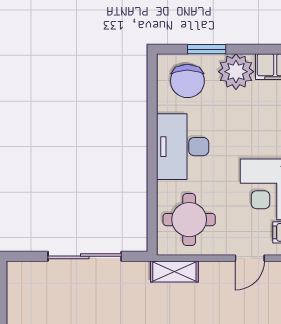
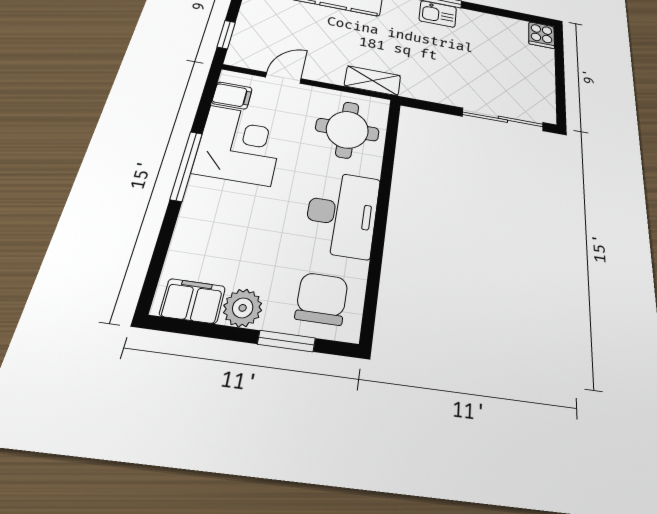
plant: (236, 72) -> (243, 308), width x0.73, depth x0.73
sliding door: (85, 256) -> (503, 119), moved

